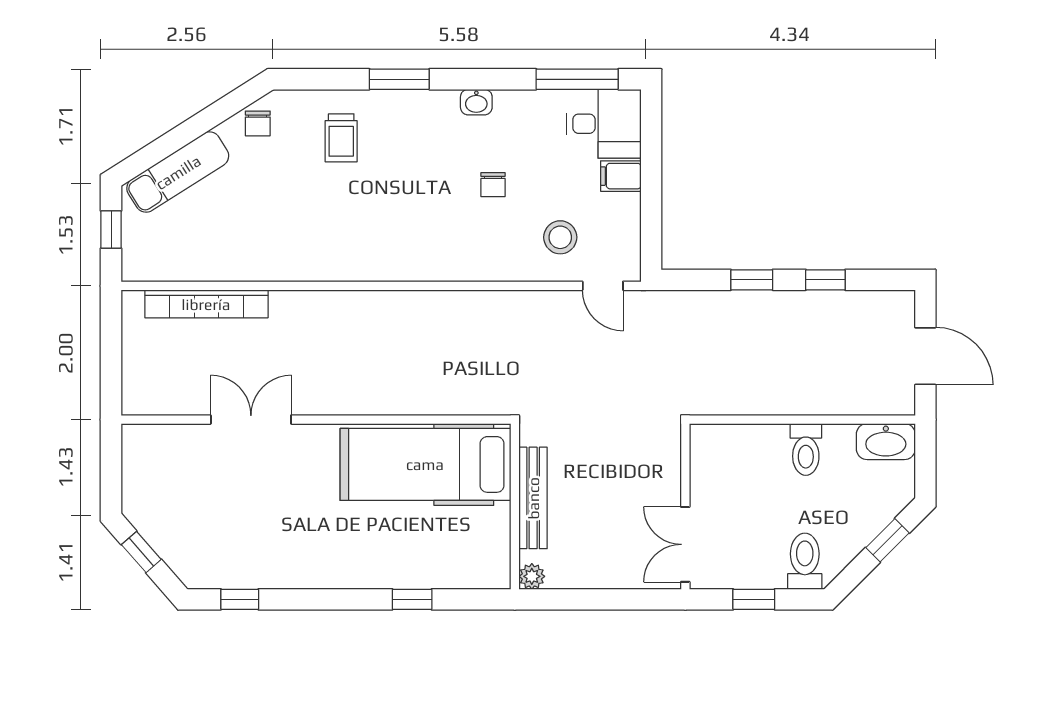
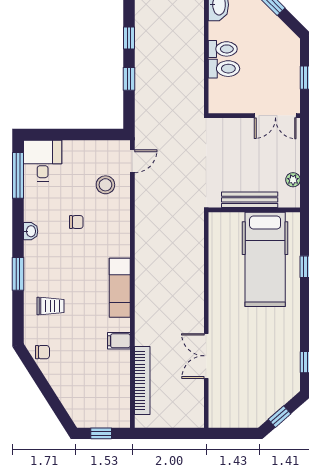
exam couch: (178, 172) -> (120, 288), moved, turned -148
filing cabinet: (621, 176) -> (119, 341), moved, turned 90
hospital bed: (425, 464) -> (265, 259), moved
toilet: (805, 561) -> (224, 69), moved, turned 180
plant: (532, 576) -> (293, 180), moved

